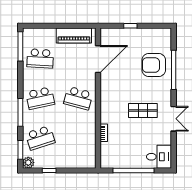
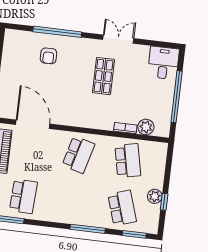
armchair: (154, 65) -> (48, 56), width x0.53, depth x0.53
school desk: (40, 98) -> (128, 161), moved
plant: (107, 149) -> (146, 127), added
plant: (28, 163) -> (155, 196), moved

